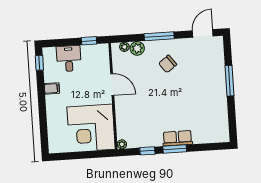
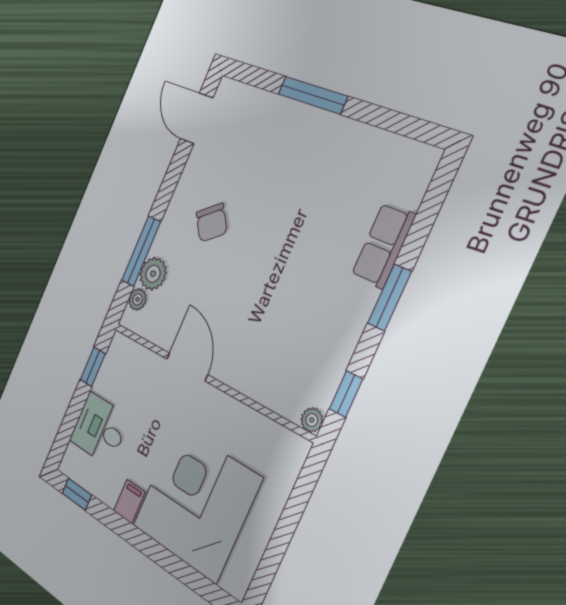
window: (159, 36) -> (141, 251), moved
door: (112, 84) -> (187, 367), hinge flipped
corner desk: (91, 128) -> (196, 502), moved, turned 180
row of seats: (177, 138) -> (383, 245), moved
window: (147, 151) -> (346, 394), moved

